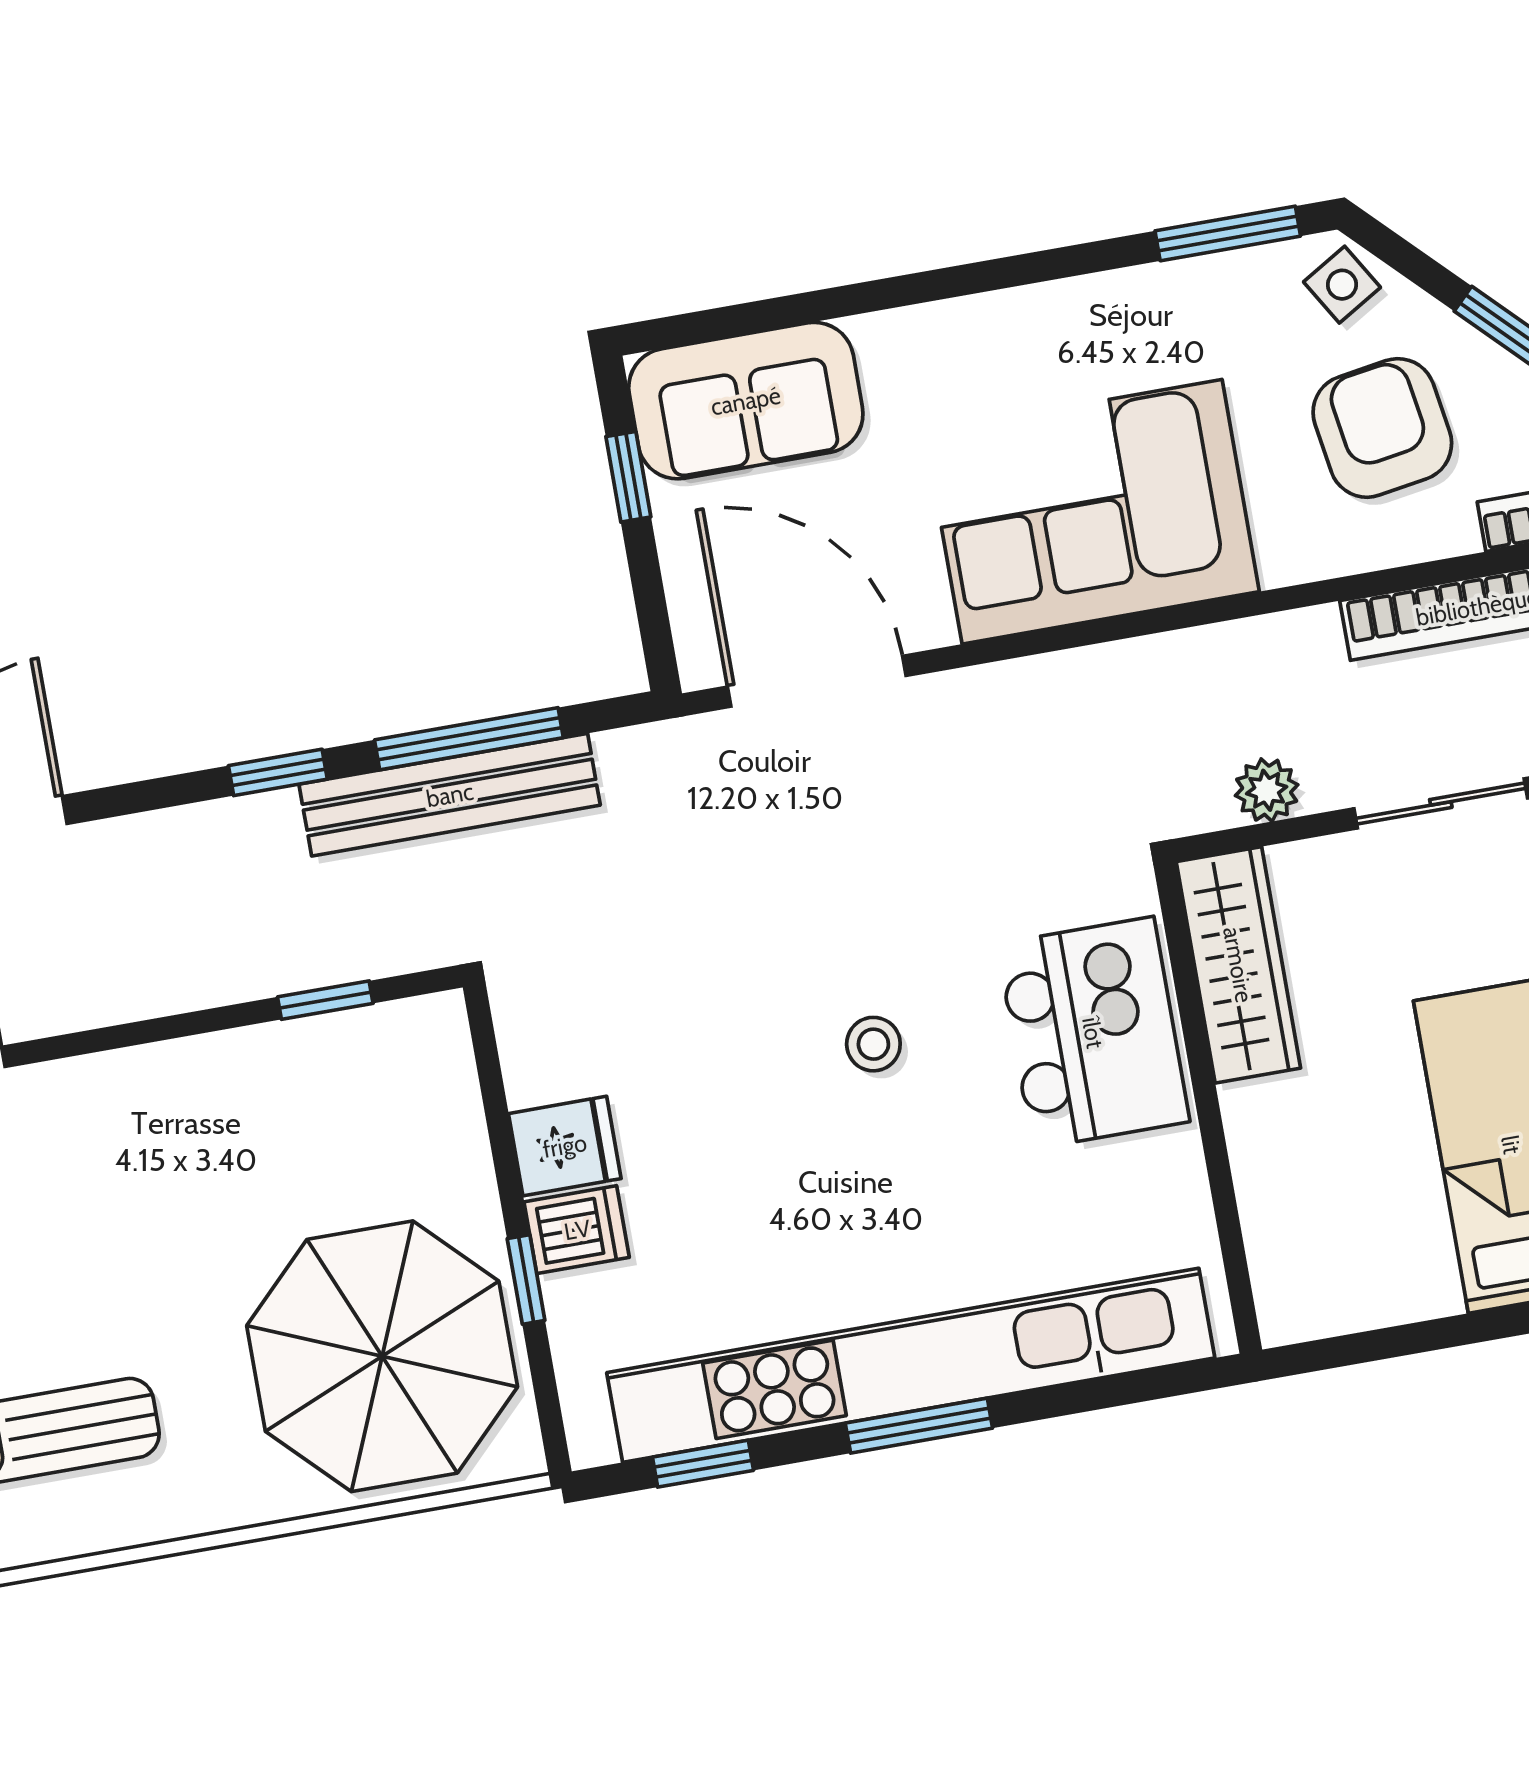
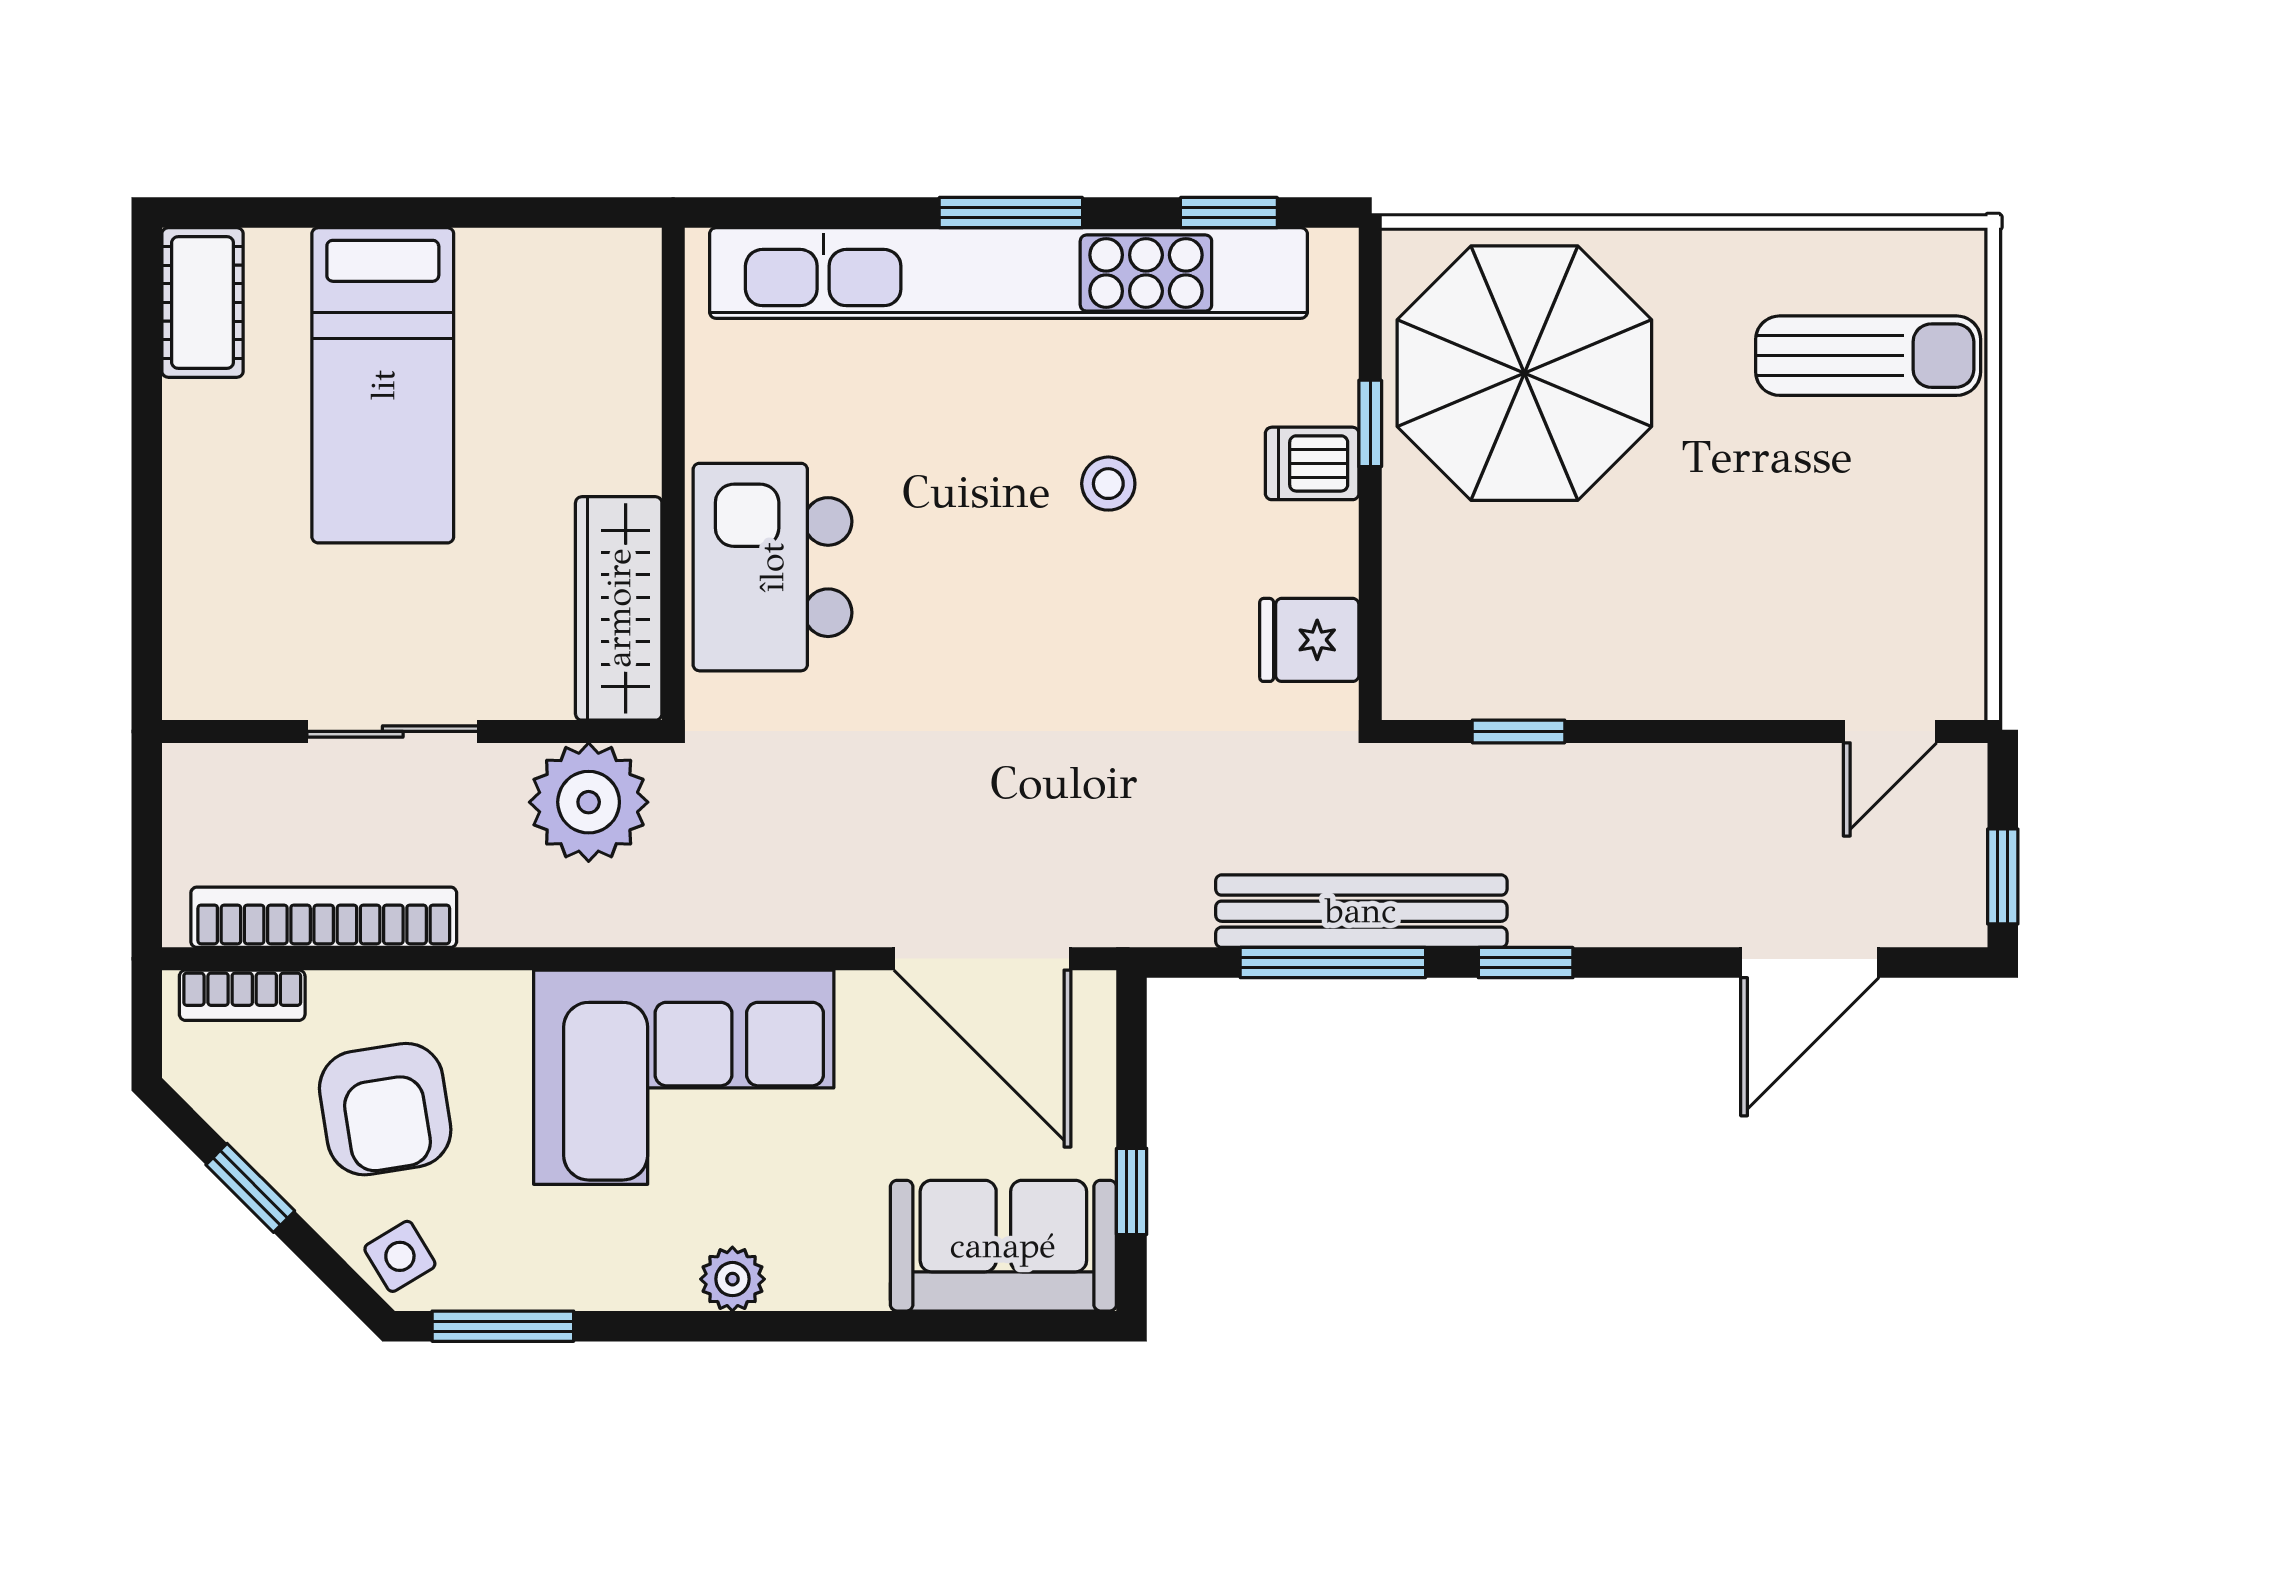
plant: (1008, 320) -> (732, 1279), added
plant: (1267, 790) -> (589, 802), width x1.88, depth x1.88
stool: (873, 1044) -> (1108, 484), moved
fridge: (565, 1146) -> (1309, 640), moved

